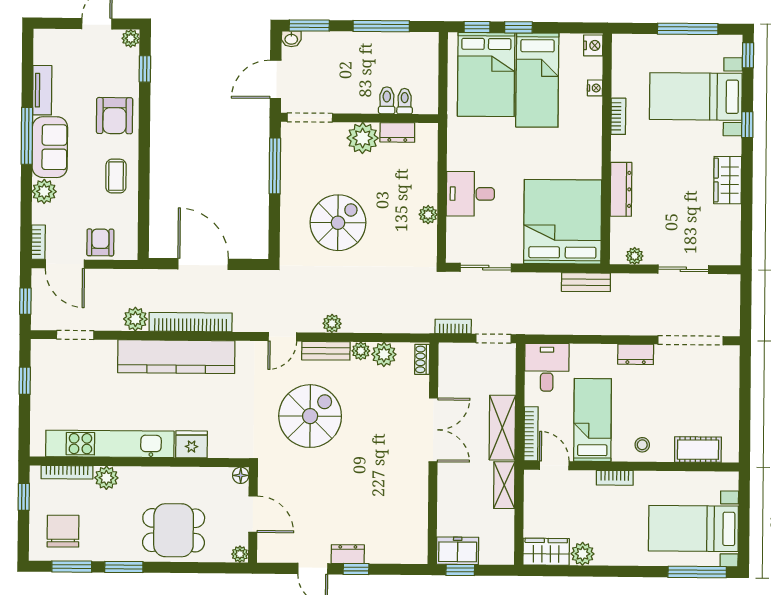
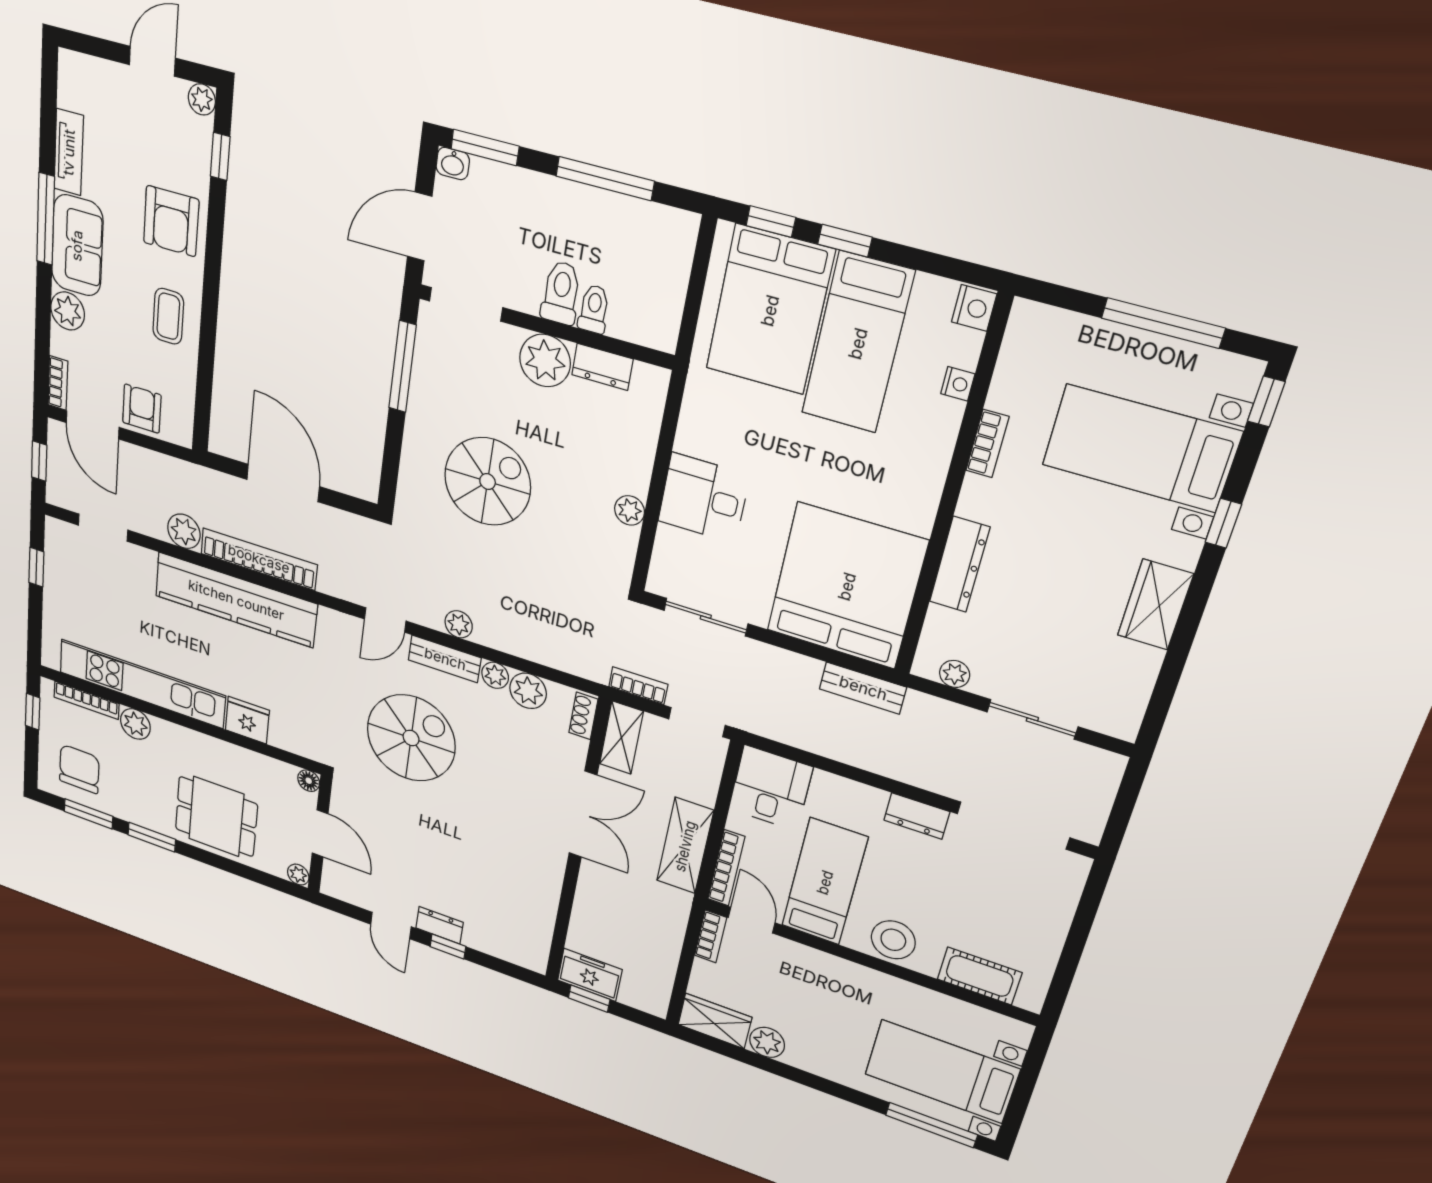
toilet: (405, 101) -> (561, 293), moved, width x1.37, depth x1.39
stool: (642, 445) -> (893, 940), width x1.89, depth x1.89
bookcase: (615, 478) -> (711, 936), moved, turned -90
shelving: (504, 485) -> (621, 738), moved

